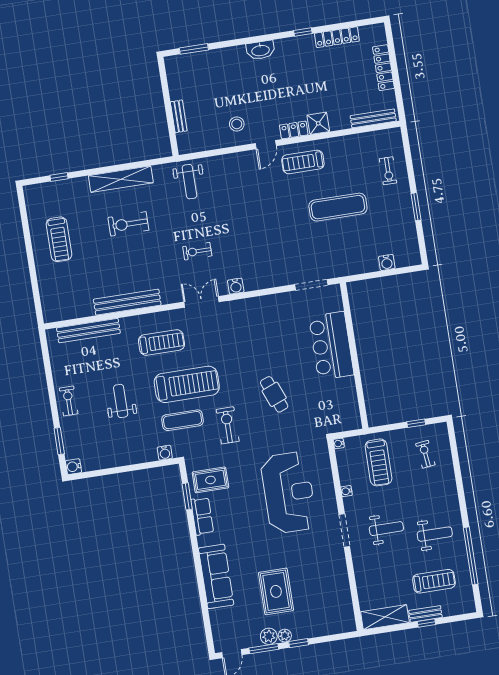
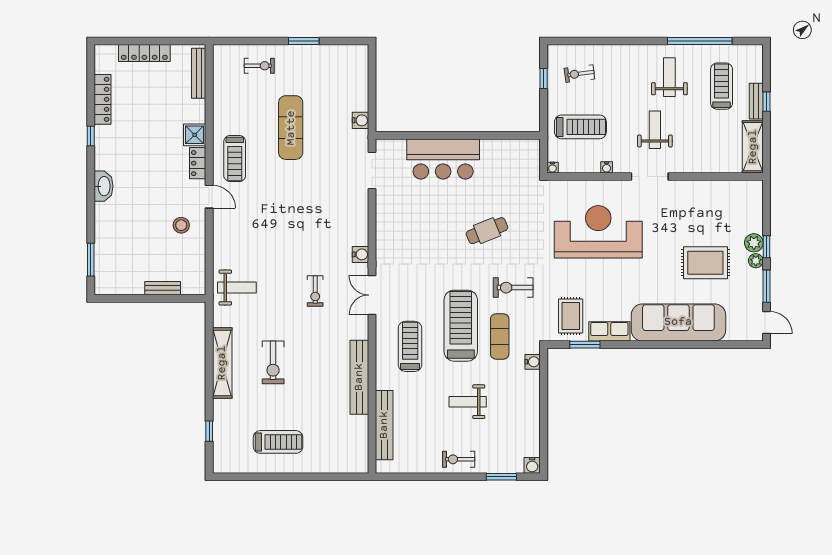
water cooler: (387, 262) -> (360, 120), moved
sofa: (216, 576) -> (678, 322), width x1.36, depth x1.27
plant: (269, 636) -> (754, 243), moved

